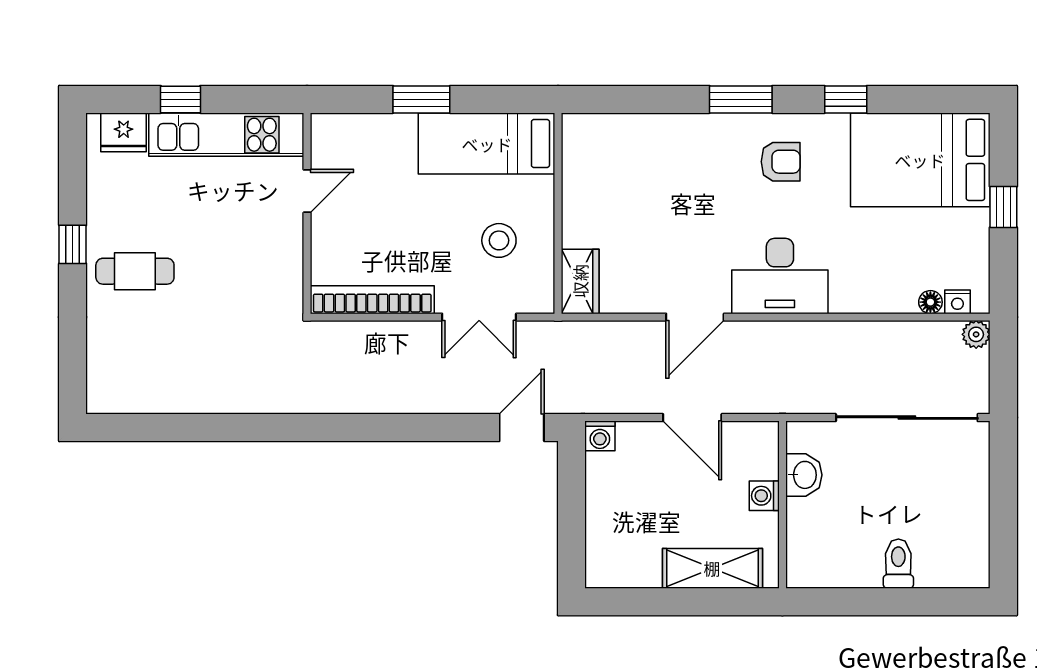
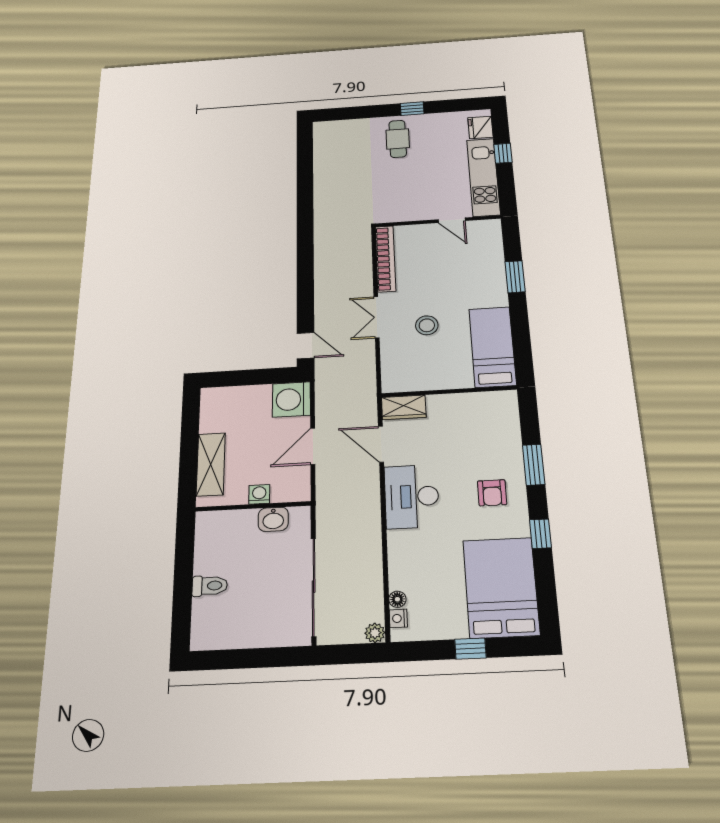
bed: (487, 144) -> (492, 347), moved
wall: (558, 213) -> (449, 391), moved
wardrobe: (580, 281) -> (404, 407), moved
washing machine: (600, 436) -> (291, 399), width x1.89, depth x1.89

